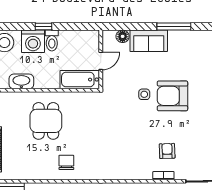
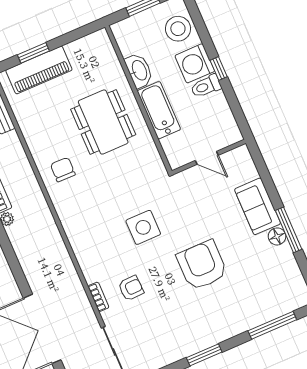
floor lamp: (123, 36) -> (277, 236), moved
bathtub: (80, 80) -> (159, 110), moved
side table: (144, 94) -> (143, 227), moved, width x1.87, depth x1.87
dining table: (46, 121) -> (103, 122), width x1.38
chair: (66, 162) -> (63, 170), turned -89

